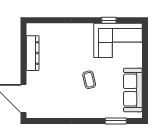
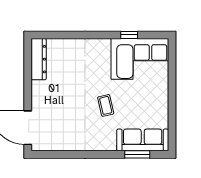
dresser: (33, 53) -> (39, 59), moved
sofa: (133, 90) -> (143, 140), moved, turned 90

